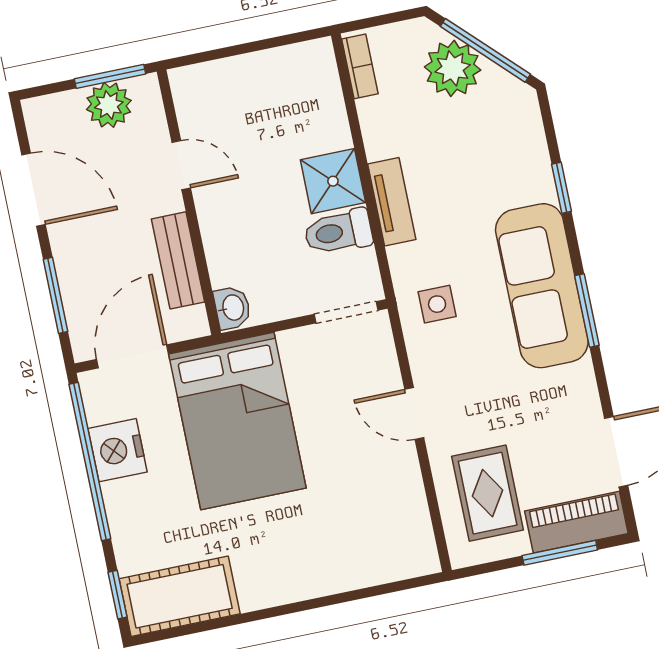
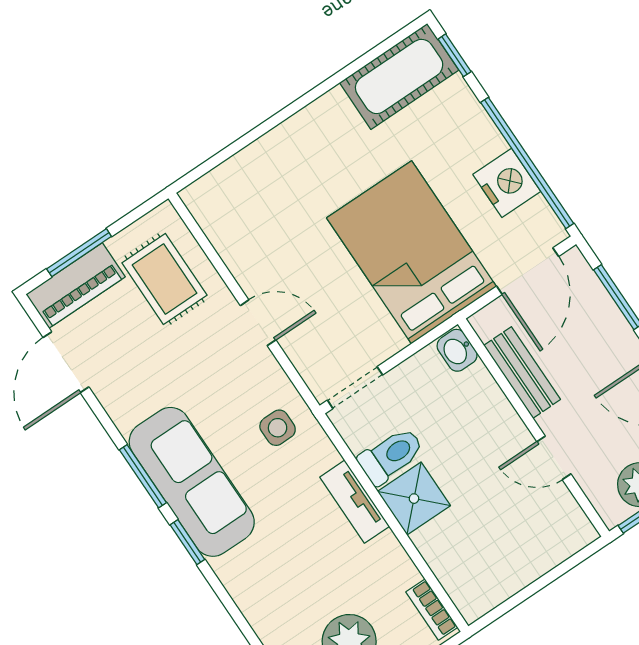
window: (561, 188) -> (187, 542), moved

